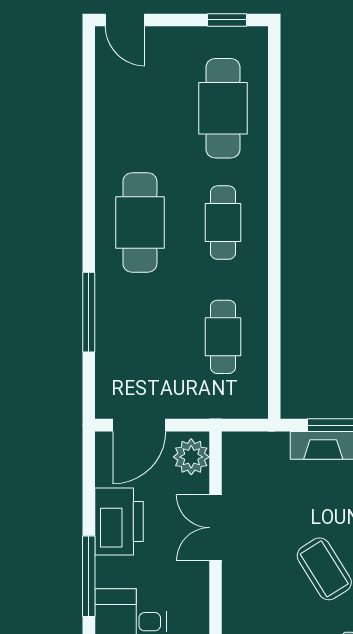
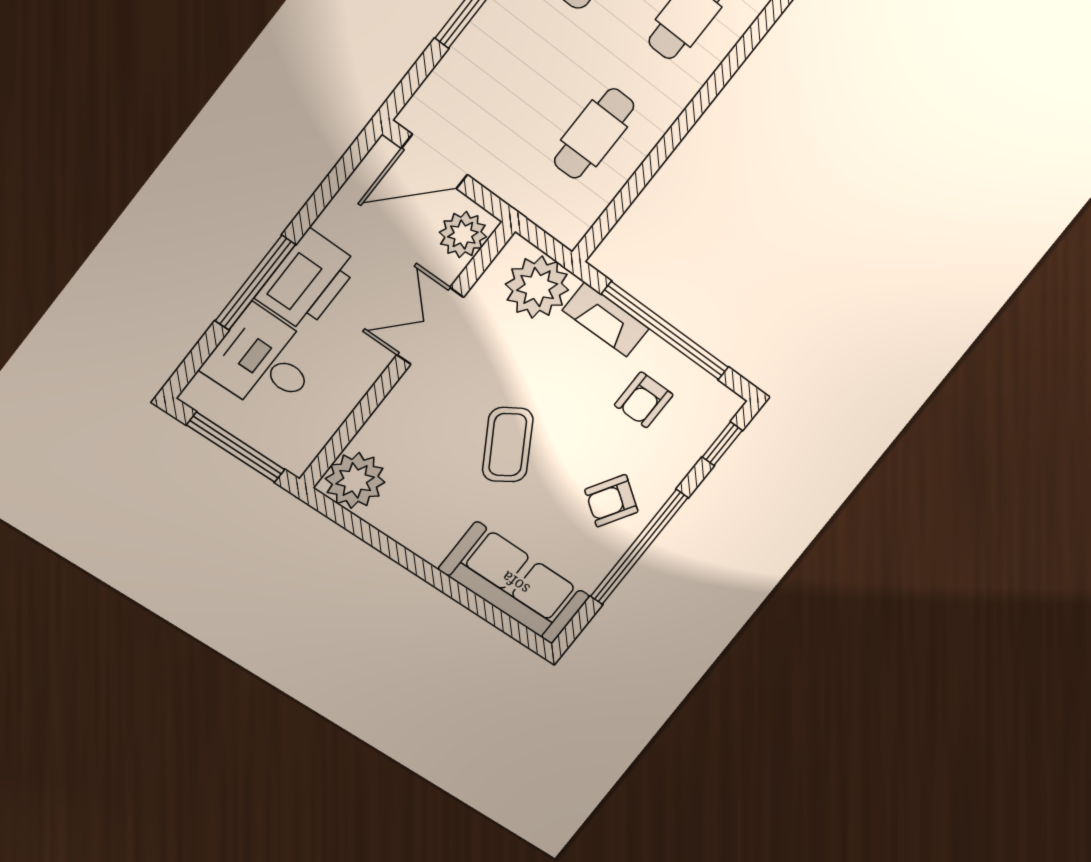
plant: (263, 456) -> (537, 287), added
printer: (119, 521) -> (308, 281), moved

